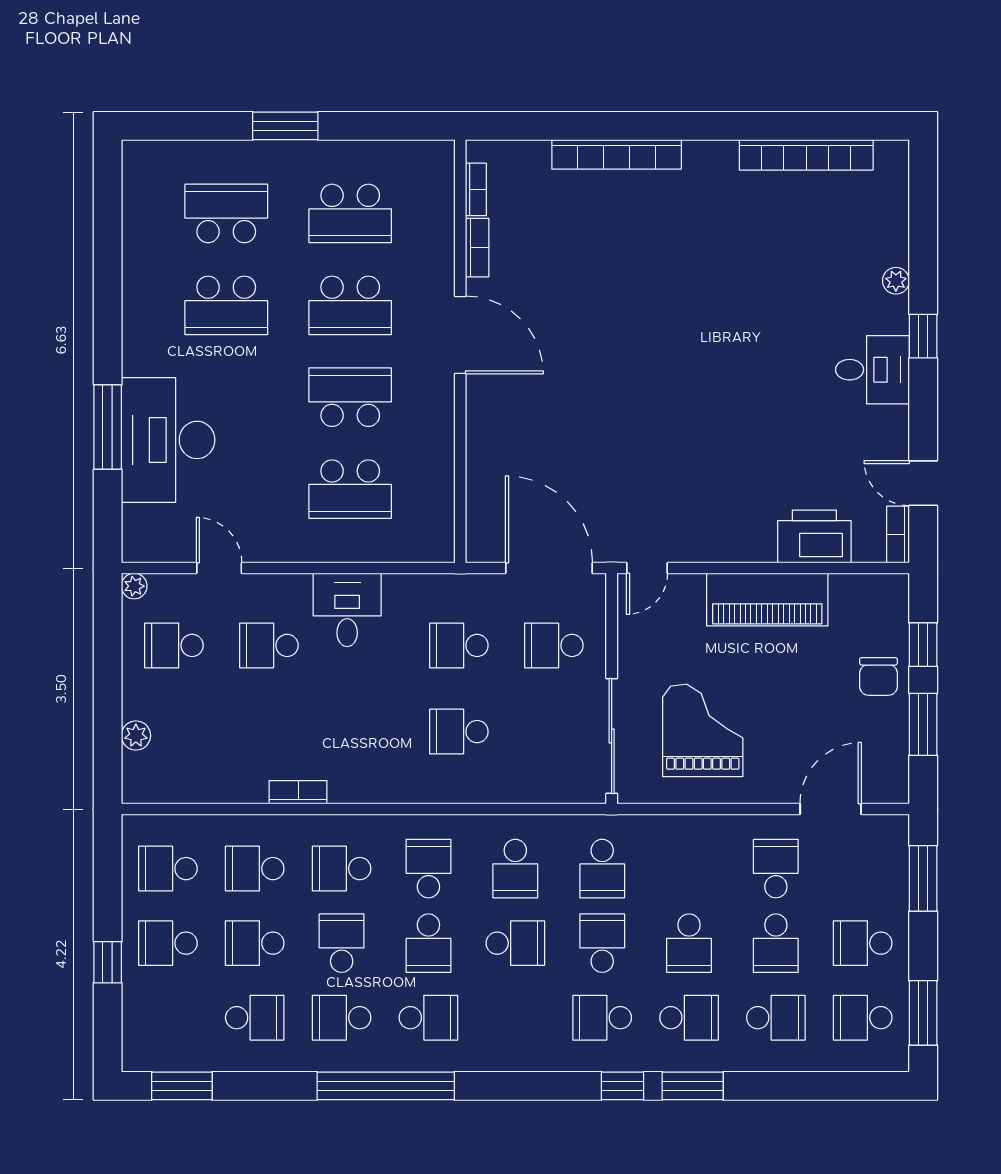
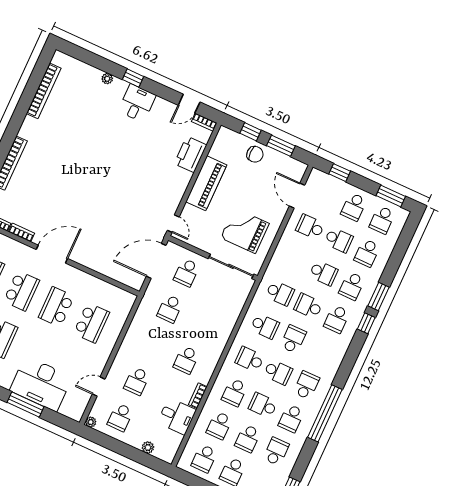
desk: (347, 610) -> (177, 416), moved, turned 180
school desk: (459, 732) -> (186, 360), moved
window: (923, 878) -> (340, 173), width x0.67
school desk: (689, 1018) -> (352, 286), turned 180
school desk: (776, 1018) -> (367, 253), turned 180

